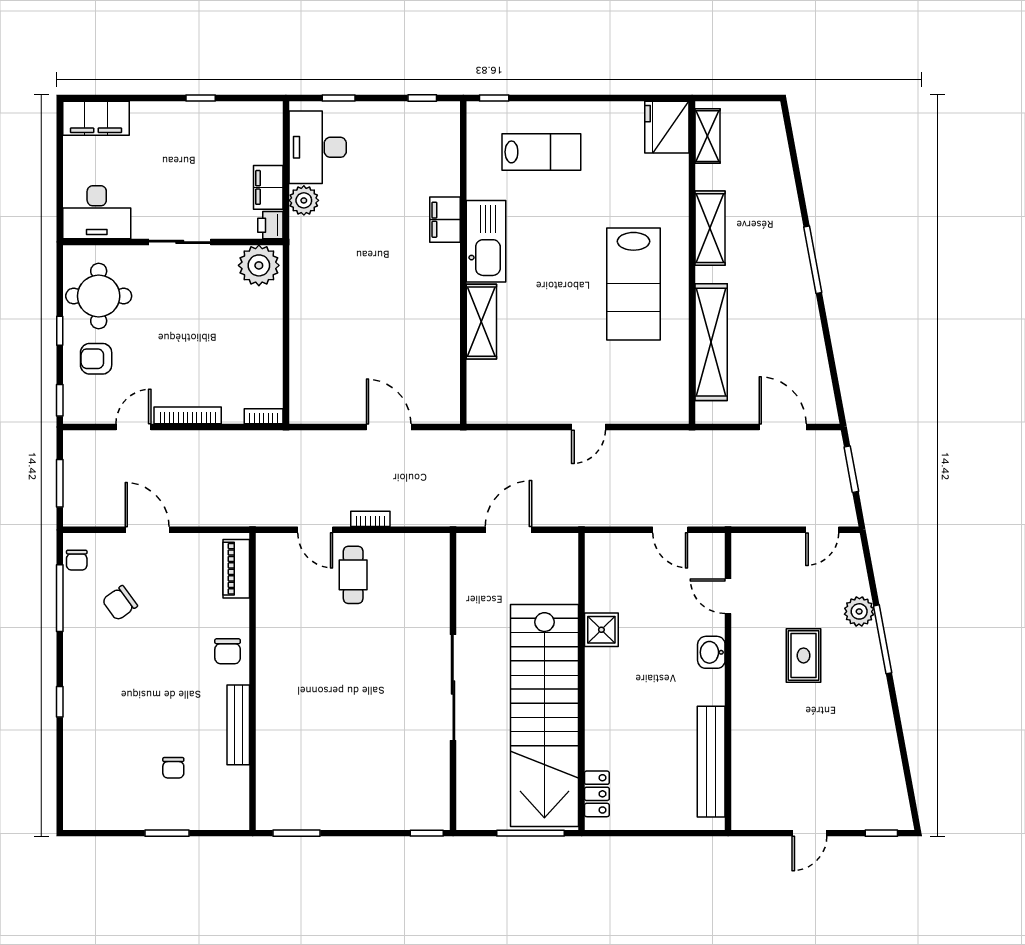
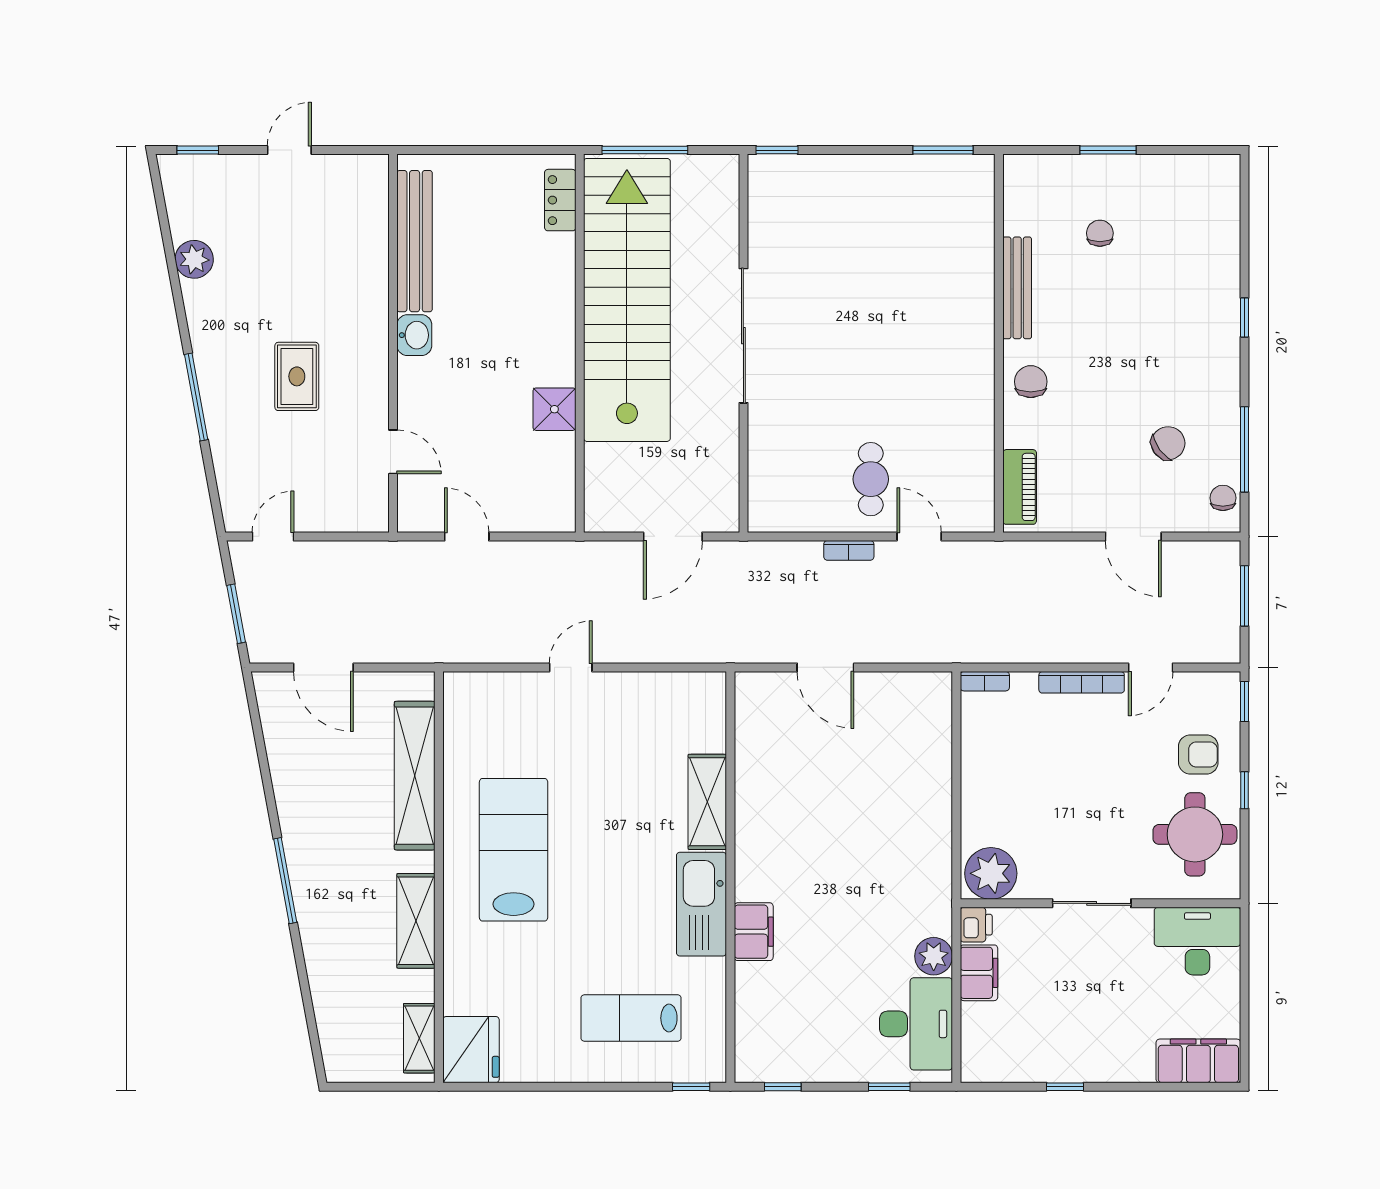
plant: (859, 611) -> (194, 259), moved
washbasin: (711, 652) -> (414, 335), moved

